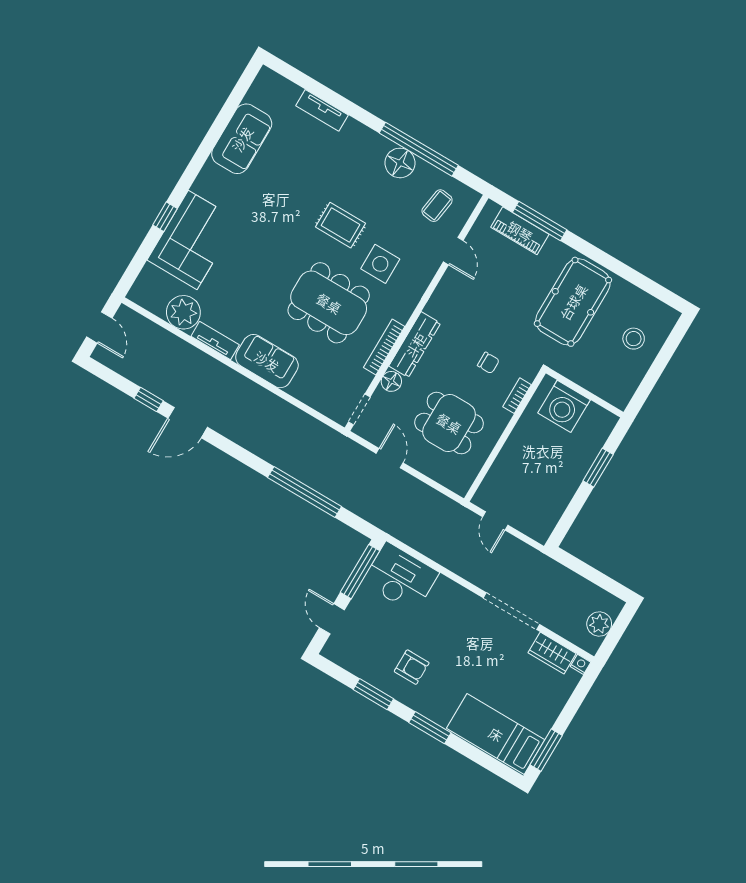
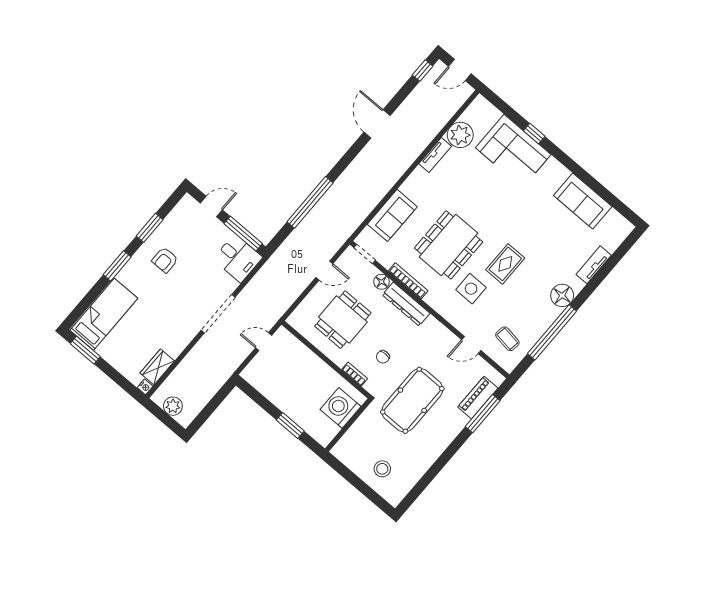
floor lamp: (400, 163) -> (562, 295), moved
pool table: (573, 302) -> (412, 400), moved, turned 90
sofa: (267, 361) -> (392, 215), moved
window: (149, 399) -> (423, 71), moved
desk: (400, 578) -> (238, 258), width x0.73
doorway: (511, 611) -> (218, 314), moved

